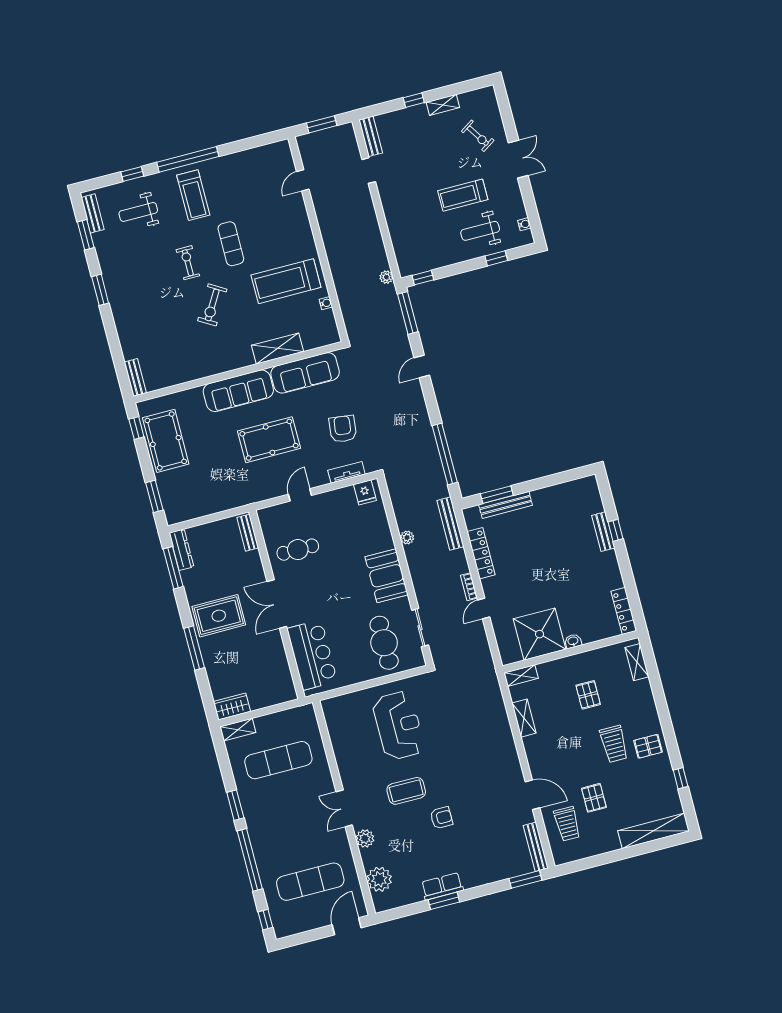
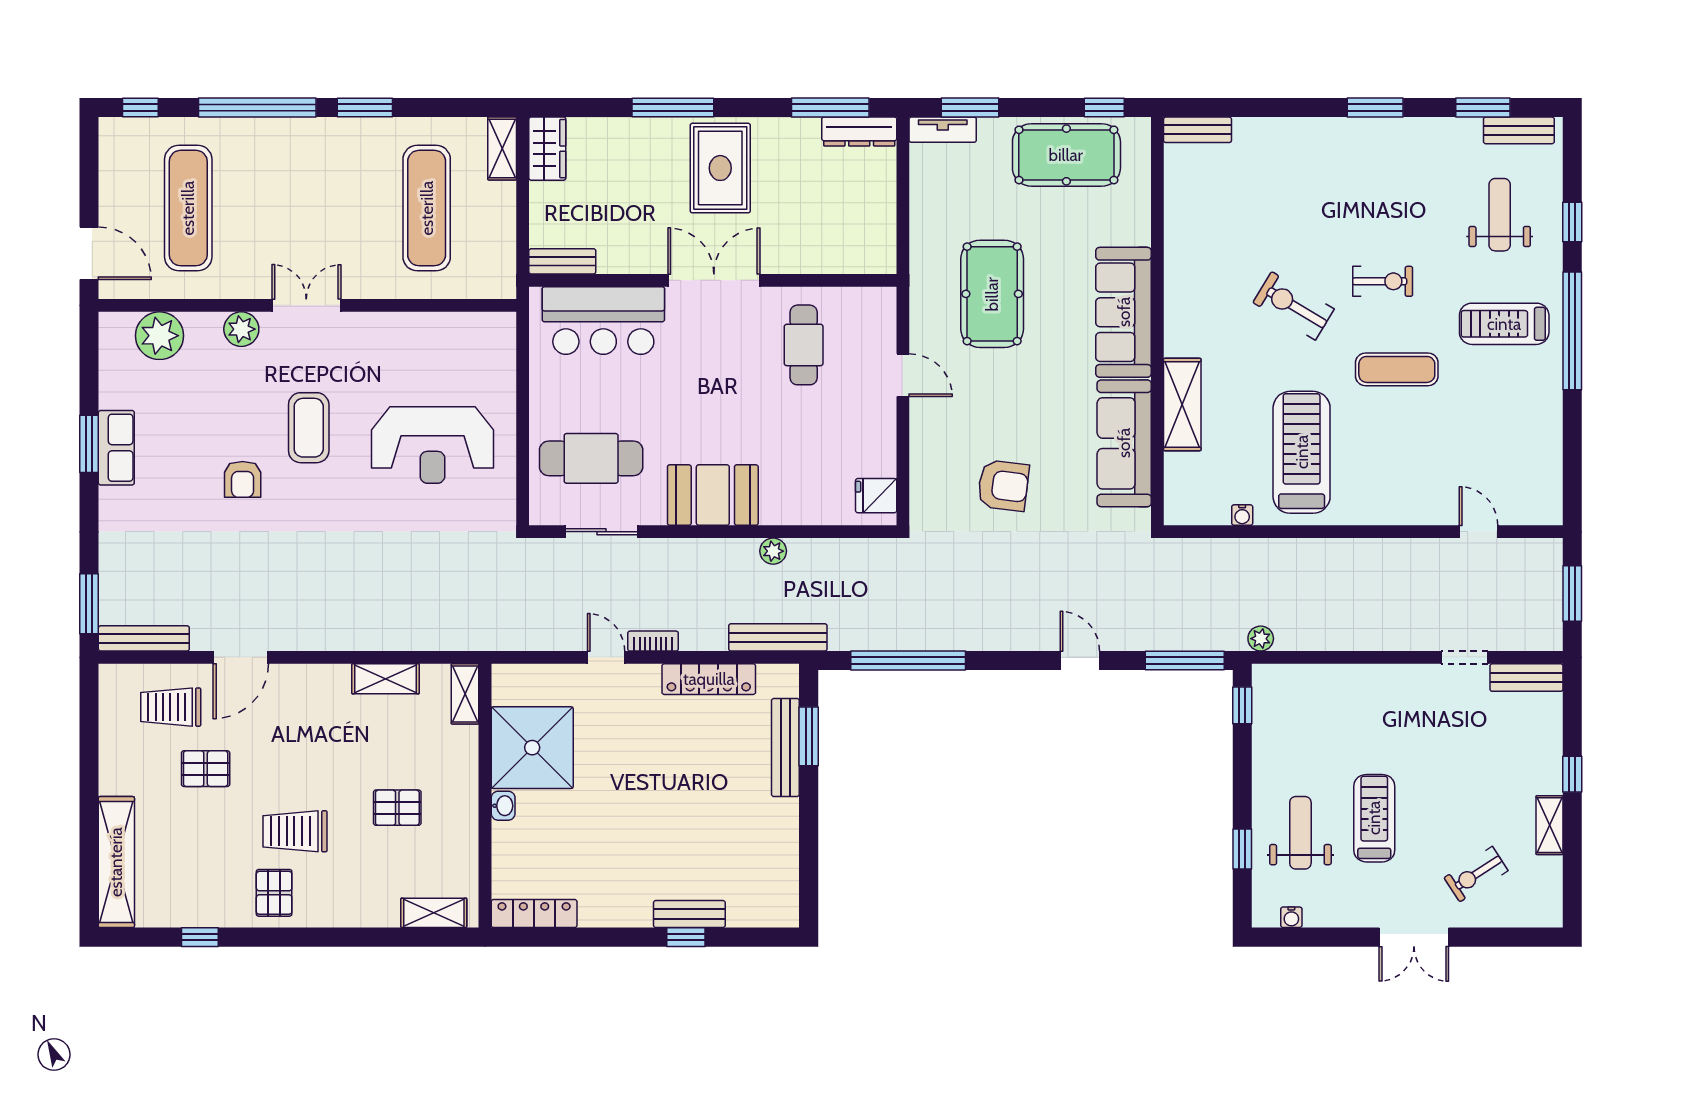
pool table: (269, 440) -> (992, 294), moved
tv unit: (346, 472) -> (943, 130), moved, turned 90
bench: (248, 533) -> (562, 261), moved

